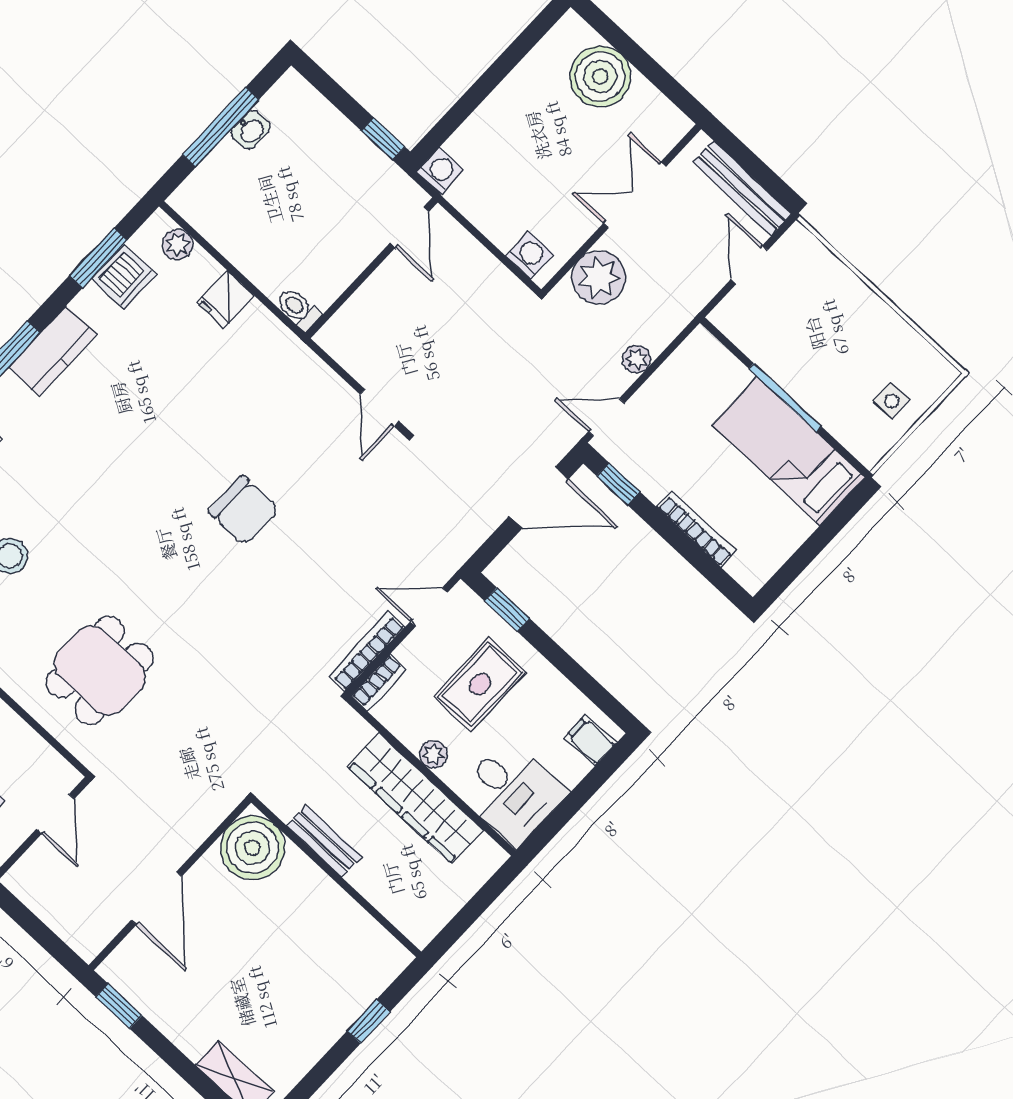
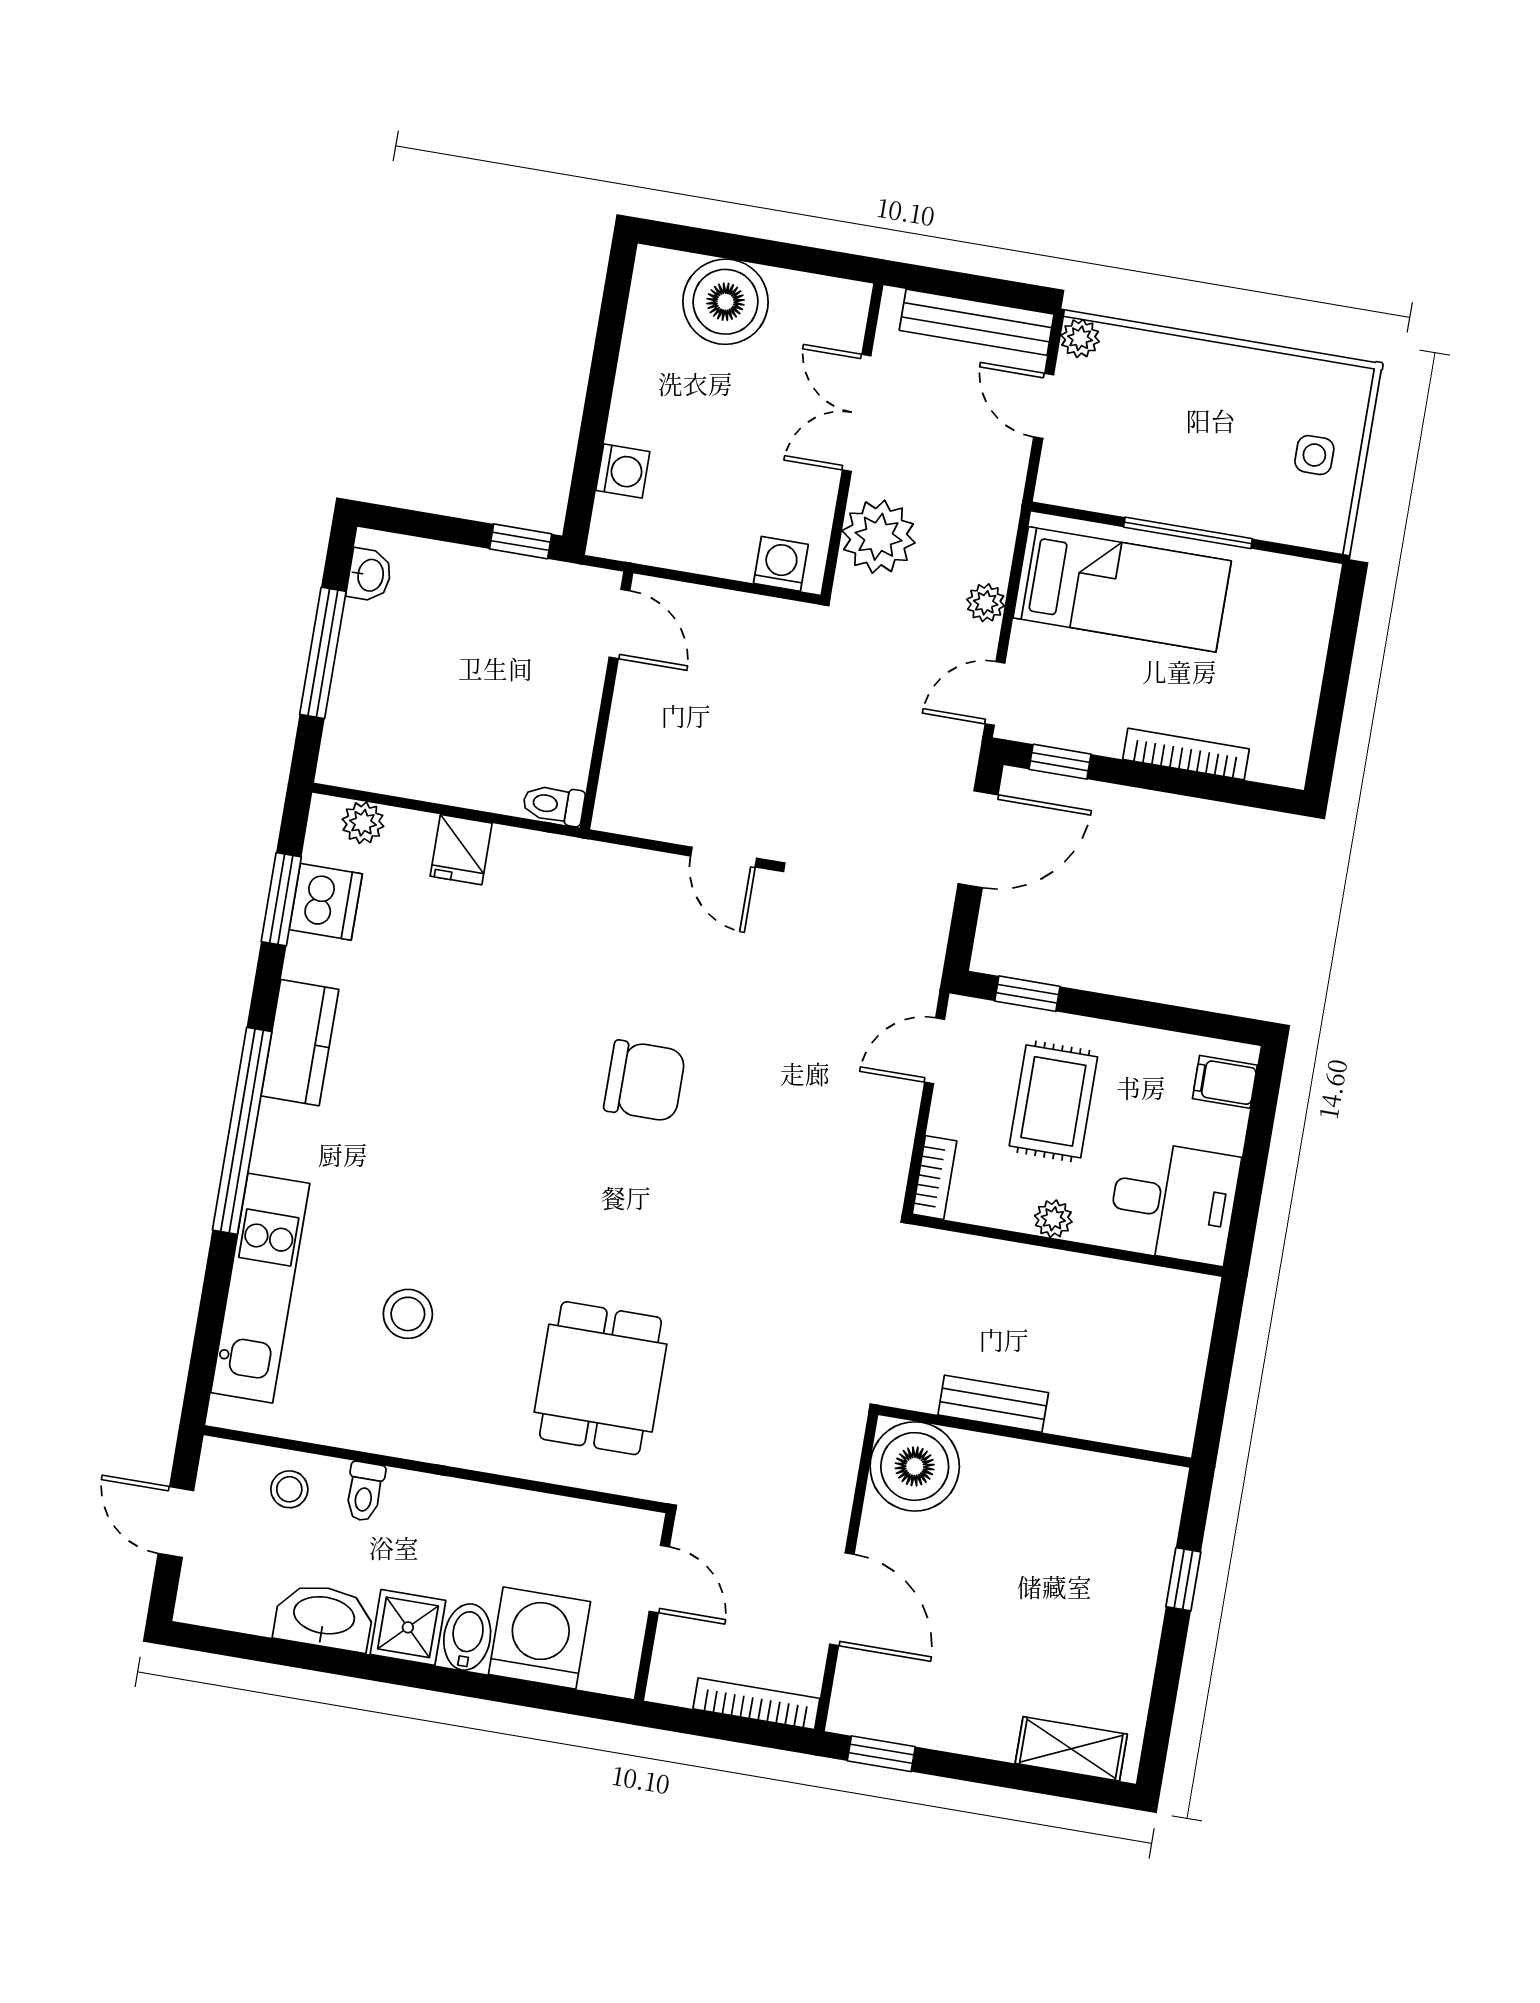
washbasin: (251, 130) -> (369, 575), moved
washing machine: (440, 171) -> (623, 471), moved, turned 90
plant: (798, 239) -> (1080, 338), added
bed: (789, 451) -> (1122, 589), moved, turned 180
bookcase: (367, 652) -> (756, 1704), moved, turned 90
wardrobe: (415, 798) -> (1066, 1284), removed

